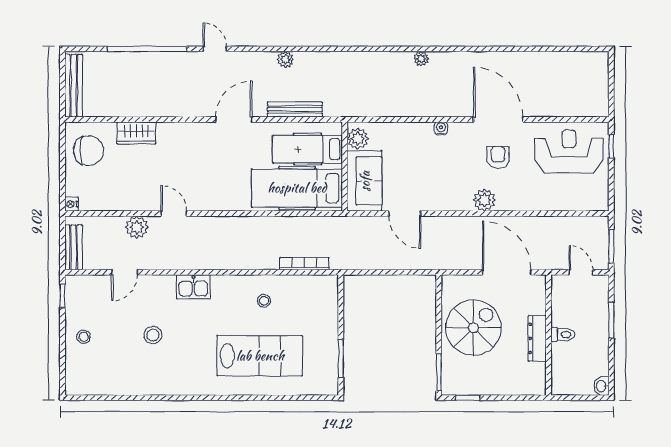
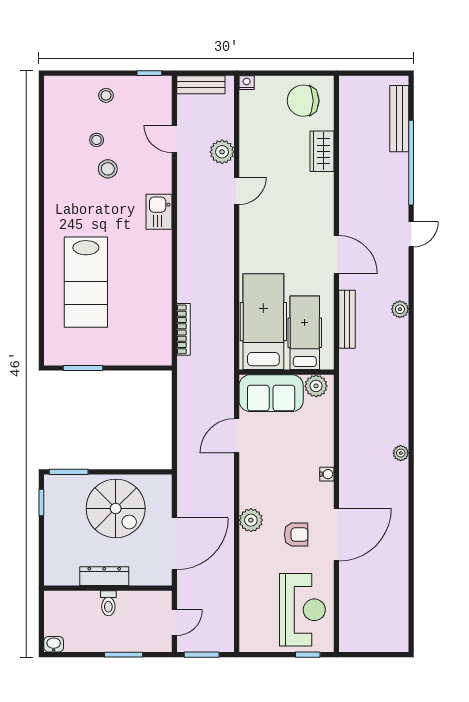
bench: (74, 86) -> (399, 119), moved, turned 90
chair: (88, 151) -> (303, 101), turned 90
stool: (264, 301) -> (97, 140), moved

